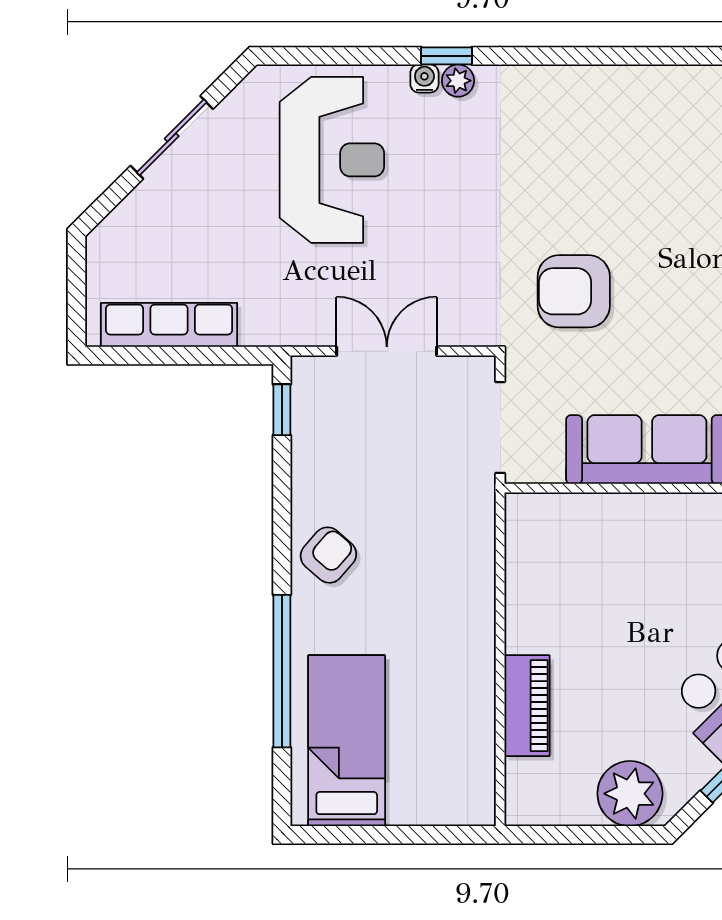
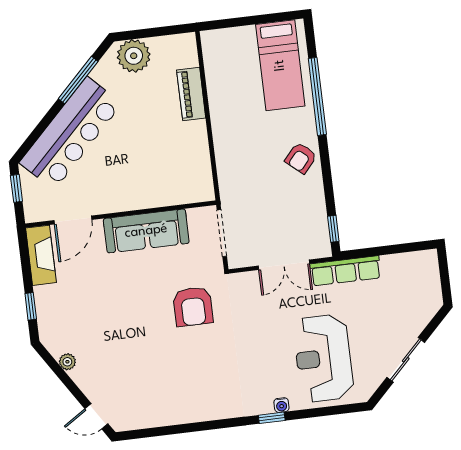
plant: (458, 81) -> (264, 406), removed
armchair: (574, 291) -> (193, 307), turned 90
row of seats: (169, 325) -> (345, 271), moved

